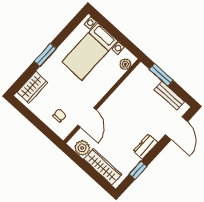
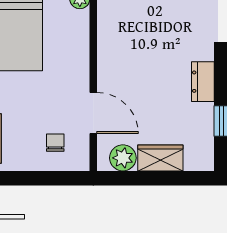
wardrobe: (103, 167) -> (160, 158), width x0.67

